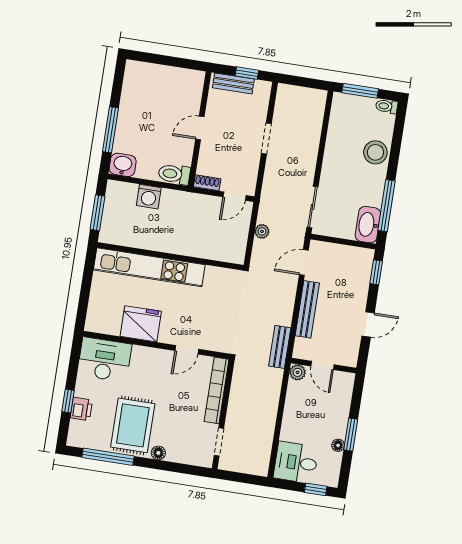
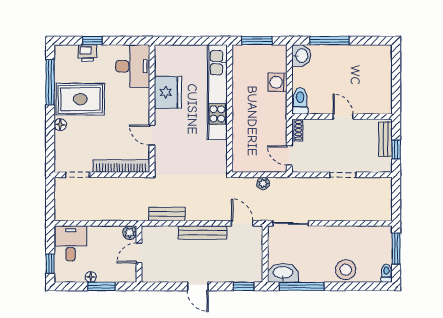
door: (322, 365) -> (139, 253), moved
wall: (324, 366) -> (139, 254), moved
plant: (298, 372) -> (130, 233), moved

